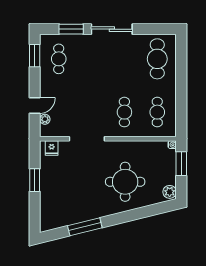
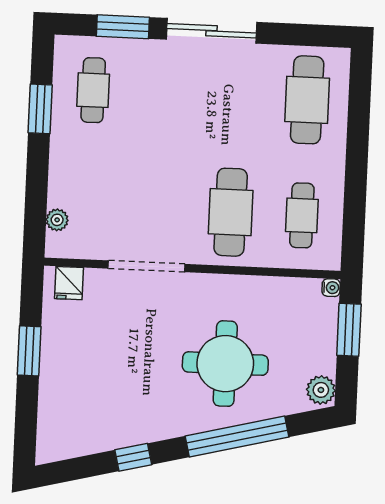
window: (35, 56) -> (40, 109), moved
door: (35, 105) -> (36, 189), removed
cafe table: (124, 112) -> (231, 212), width x1.37, depth x1.35
window: (132, 215) -> (237, 437), added
window: (85, 227) -> (133, 457), width x0.46

